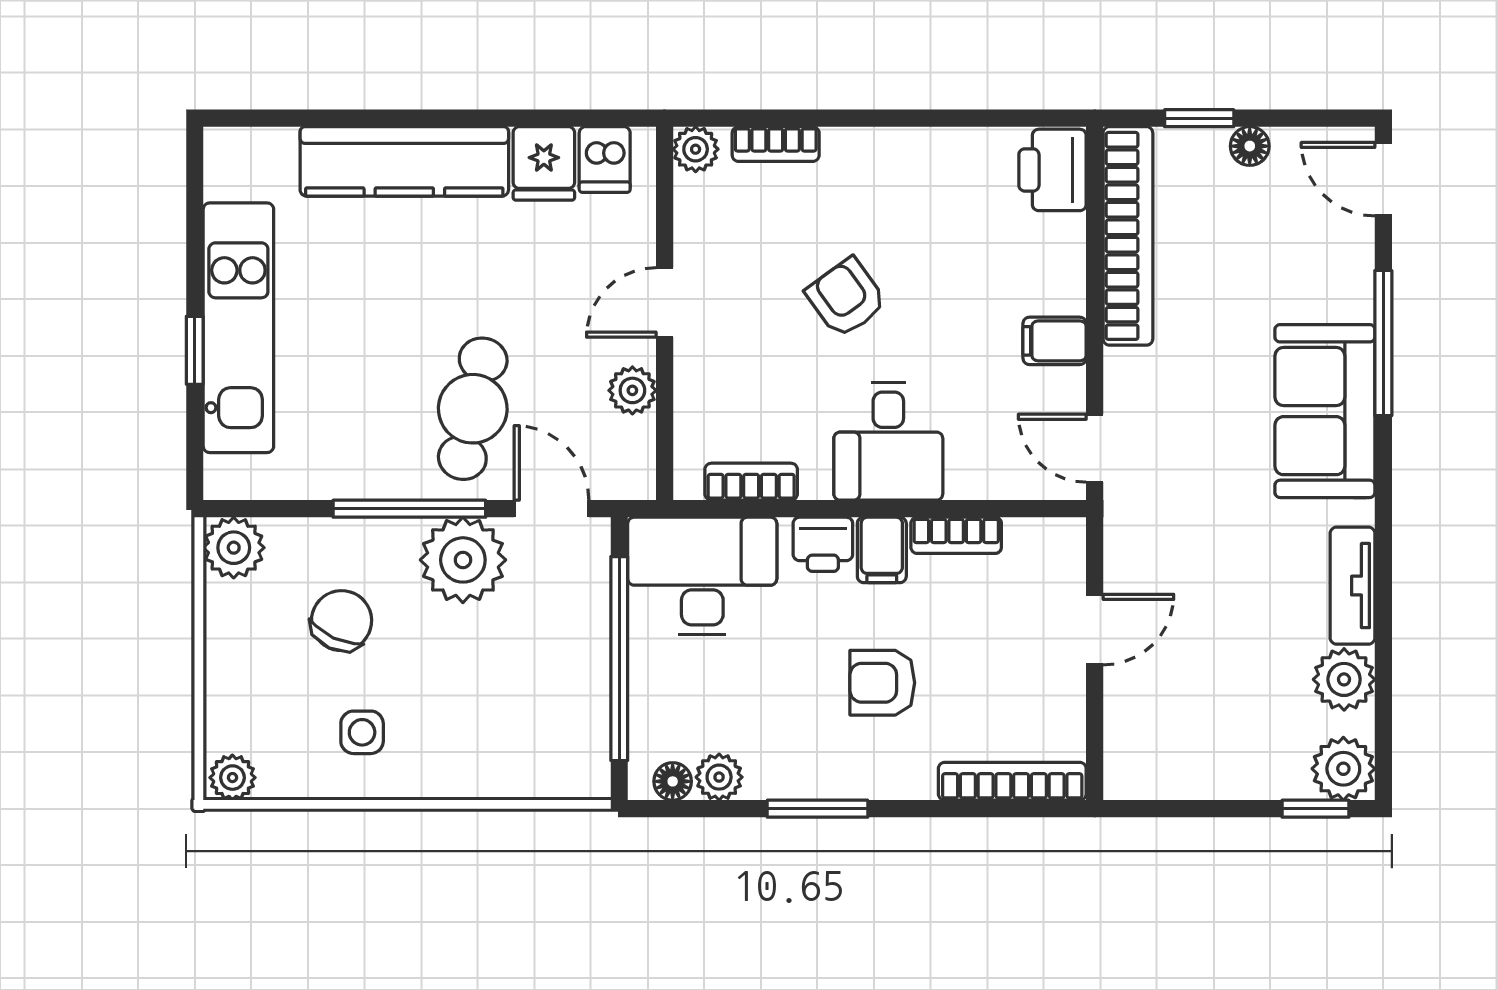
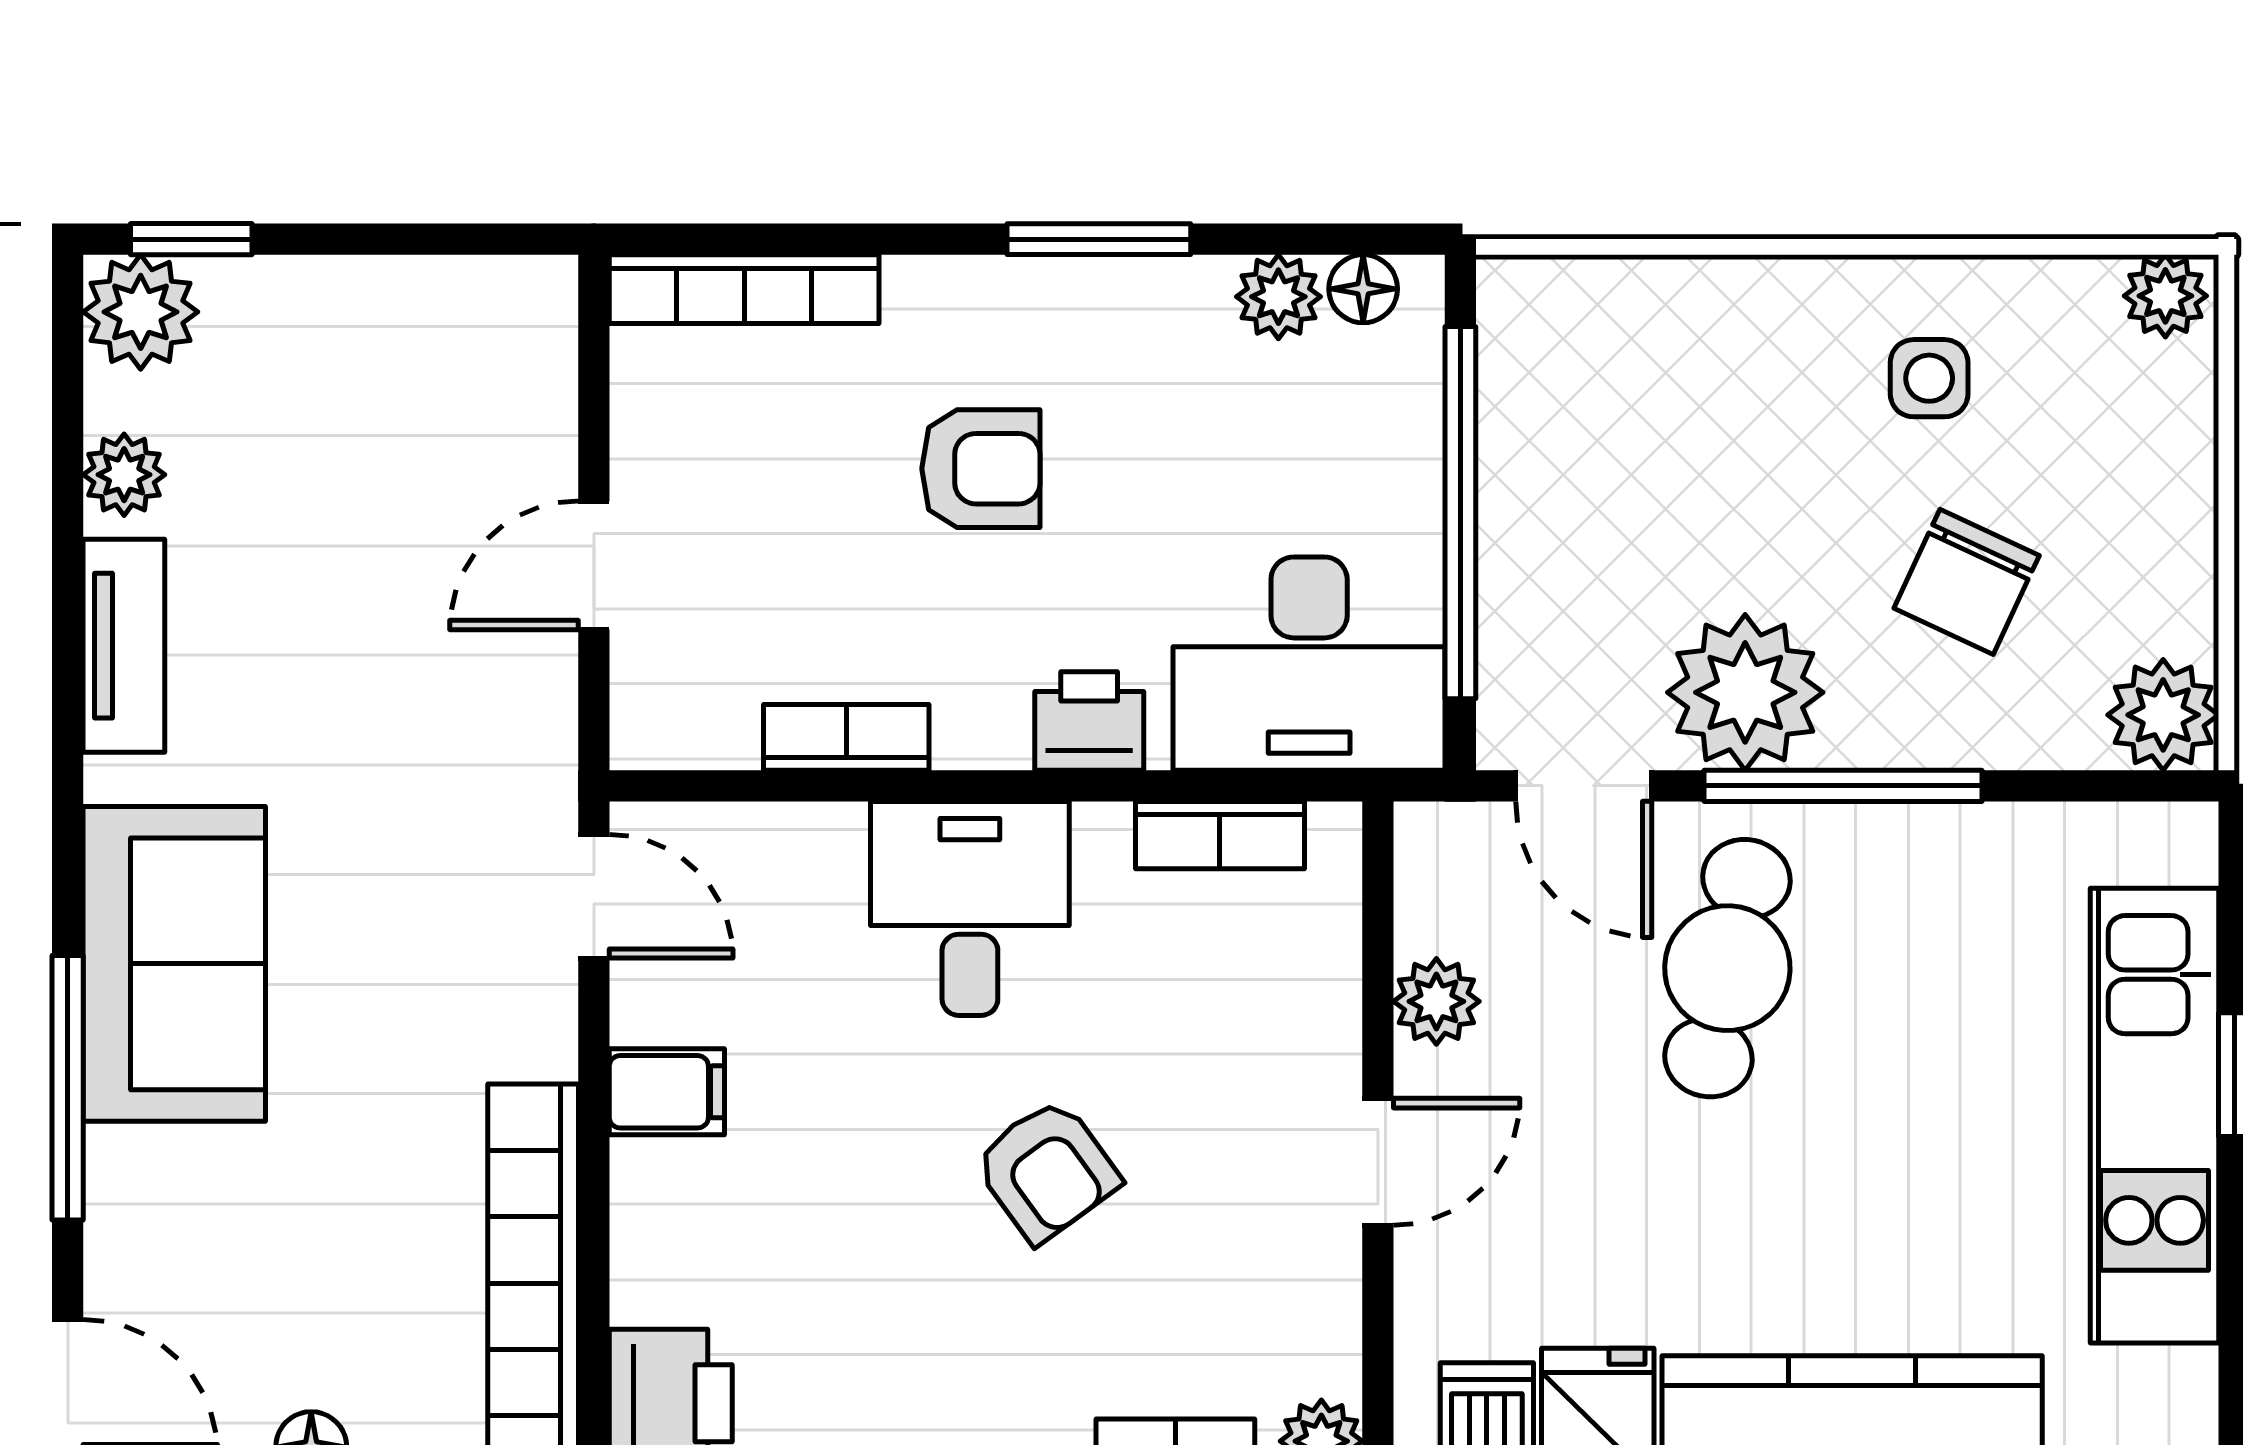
filing cabinet: (882, 550) -> (982, 711), removed
plant: (1344, 679) -> (124, 475), width x0.73, depth x0.73

